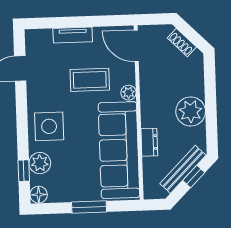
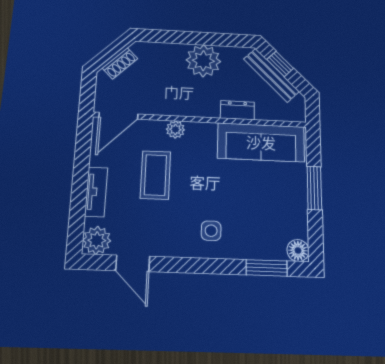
side table: (49, 126) -> (211, 231), width x0.54, depth x0.54
sofa: (119, 150) -> (261, 142), width x0.74, depth x0.79
plant: (40, 163) -> (97, 240), moved
window: (24, 171) -> (267, 268), width x1.50

